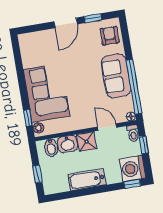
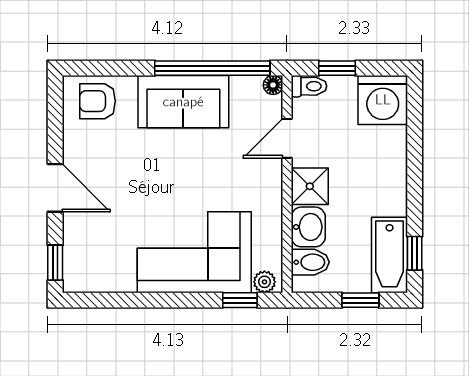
window: (93, 18) -> (55, 263), moved
bathtub: (87, 180) -> (389, 255), moved
window: (132, 184) -> (415, 253), moved

